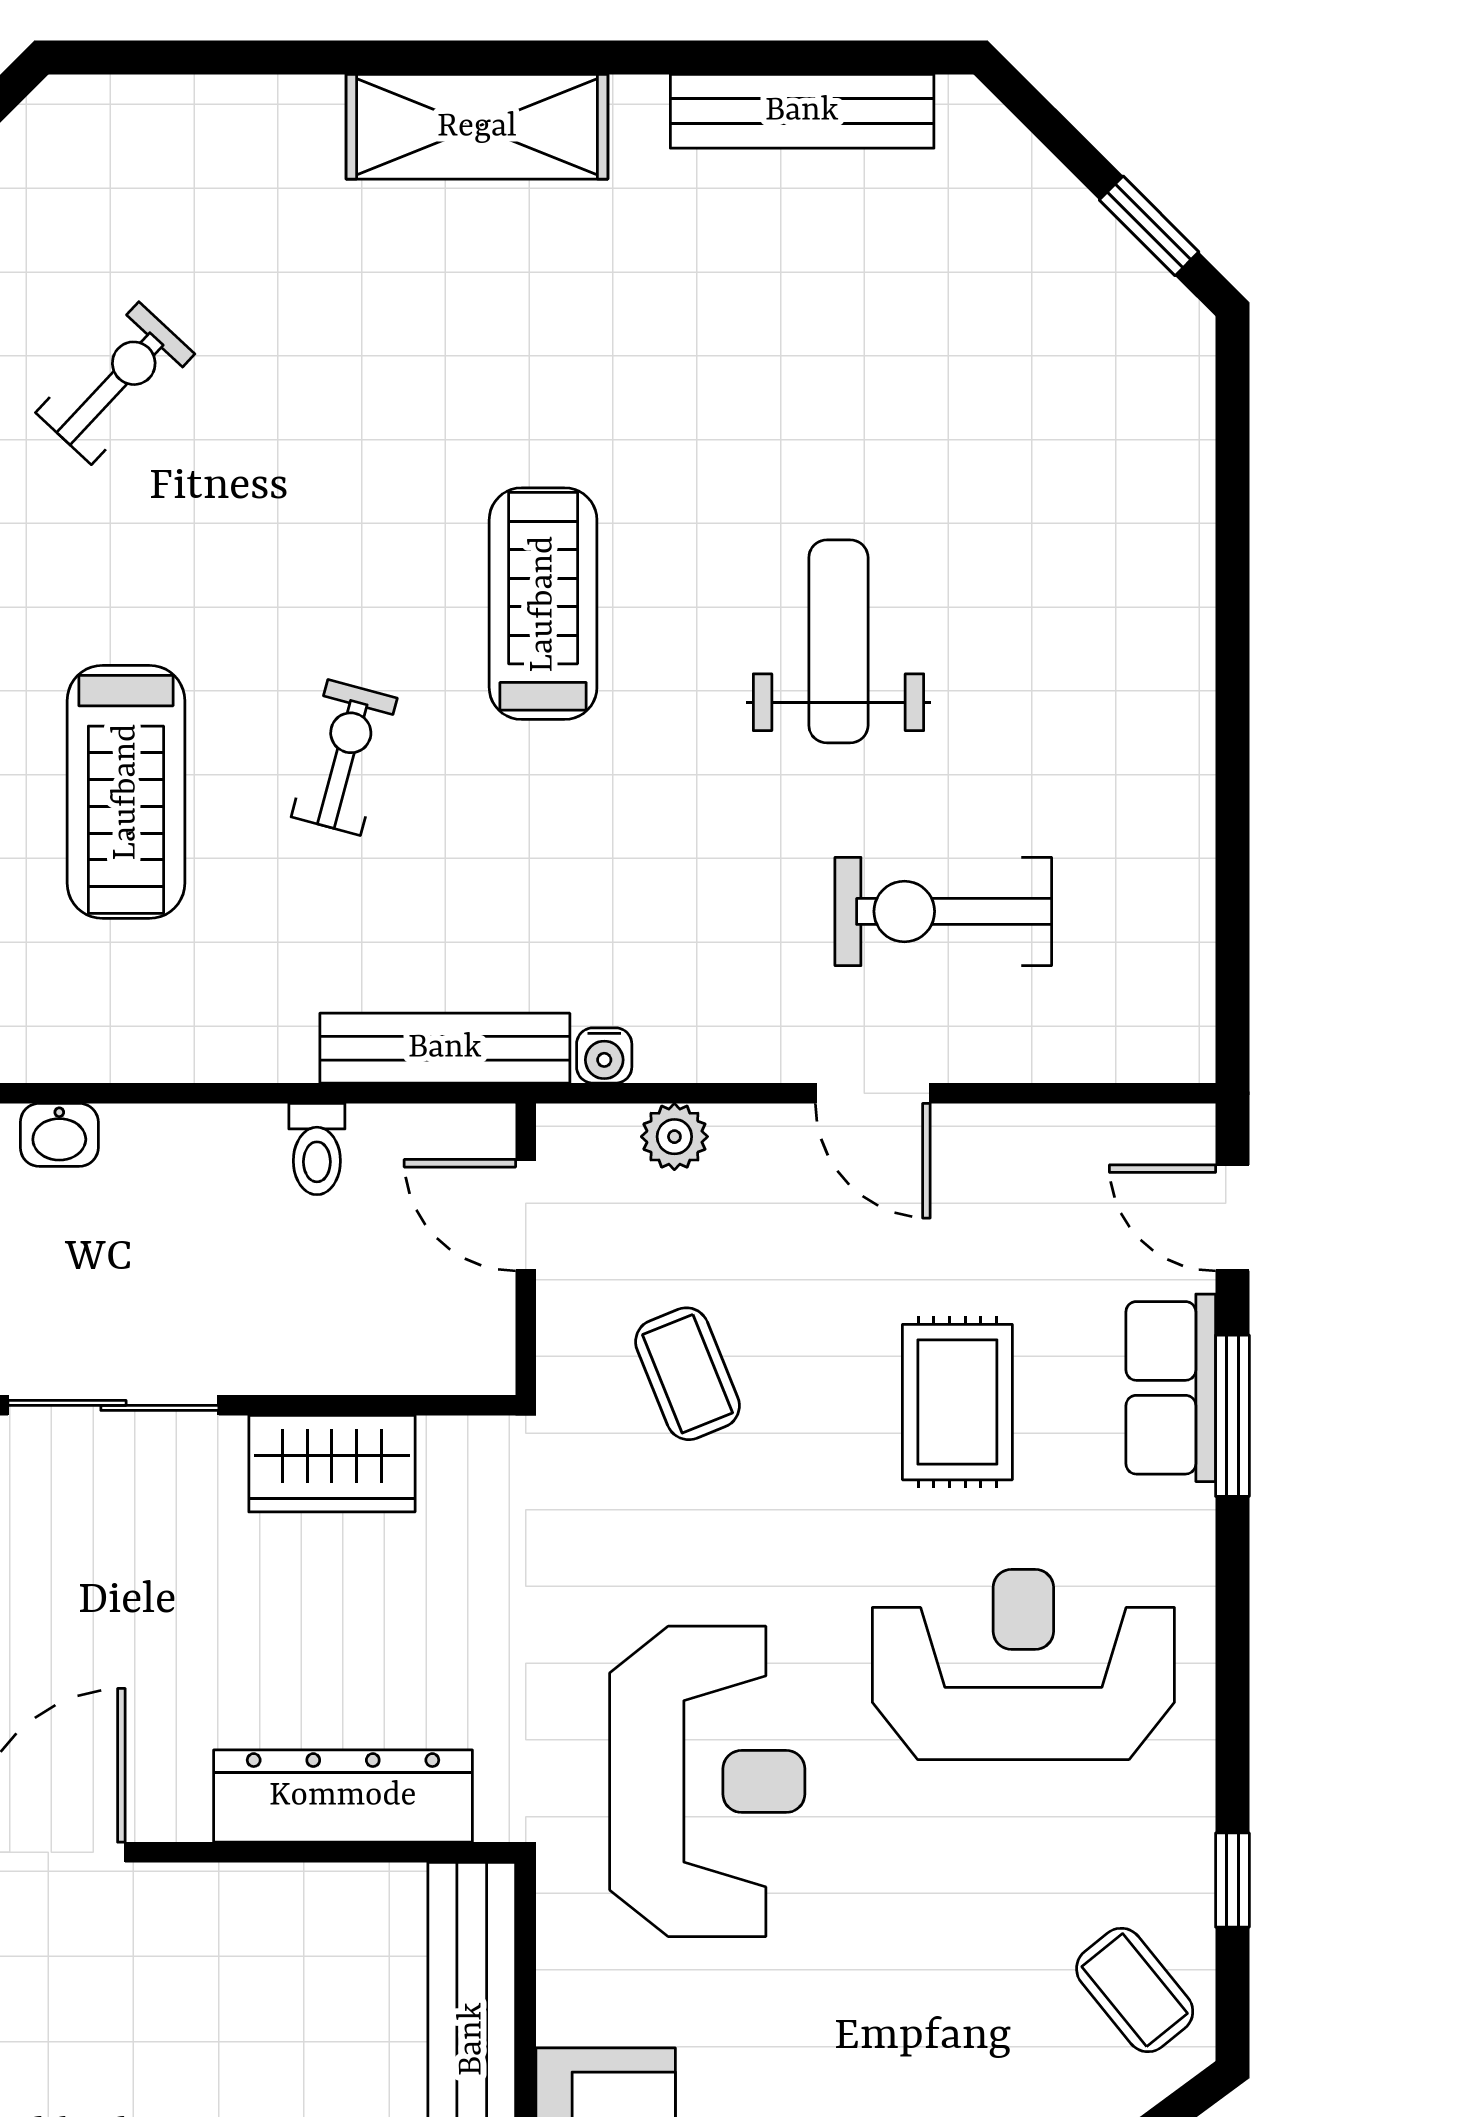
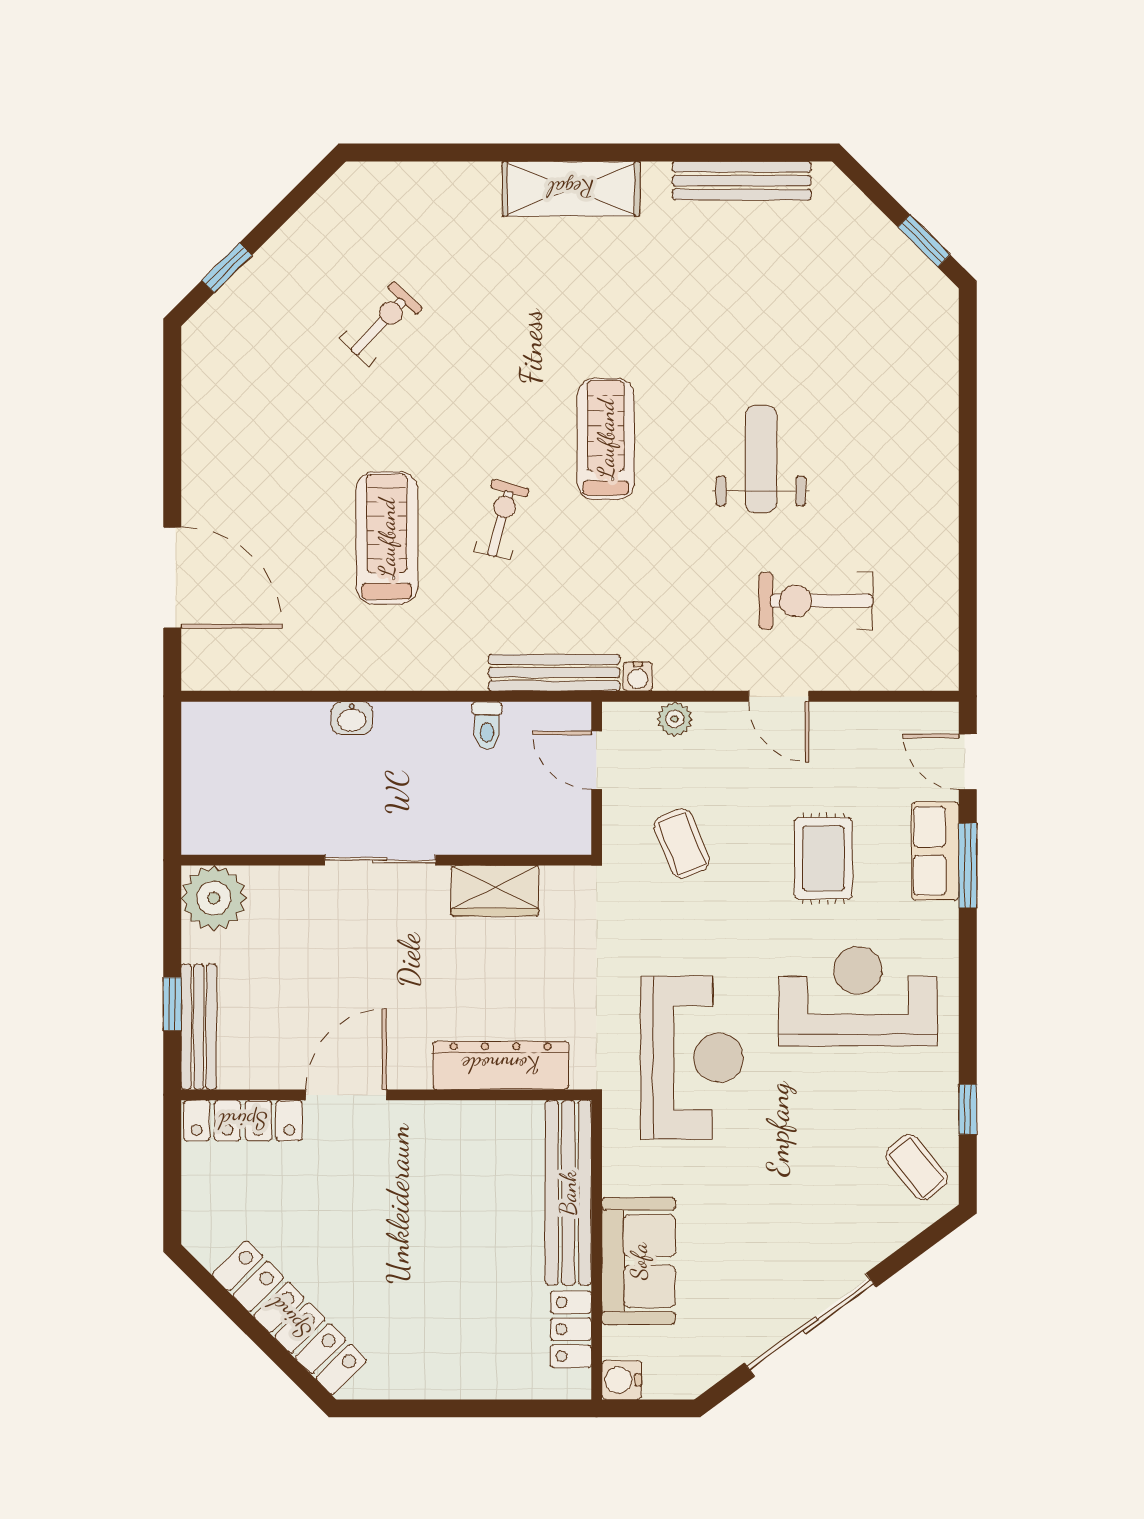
treadmill: (126, 792) -> (387, 538), turned 180

